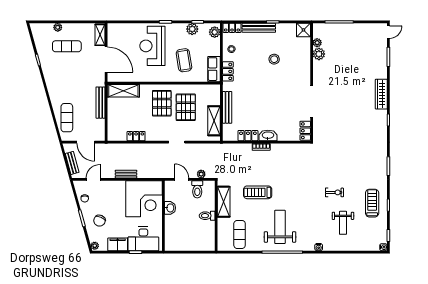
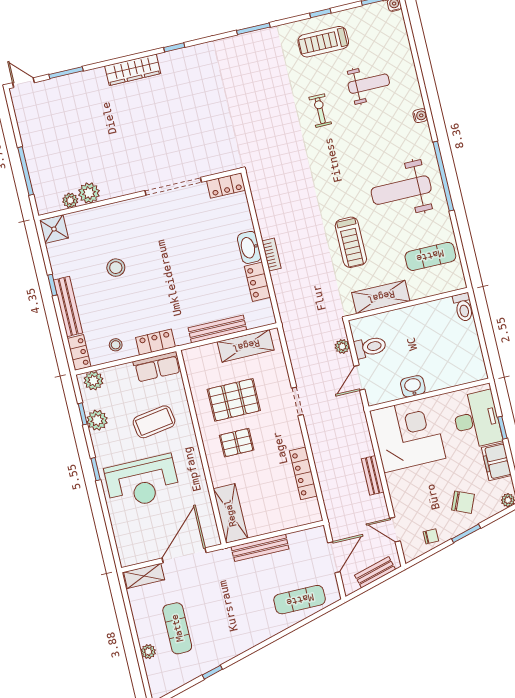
pallet: (162, 103) -> (237, 443), width x0.67, depth x0.71
locker: (136, 136) -> (303, 473), width x1.53
toilet: (207, 216) -> (463, 307), moved

